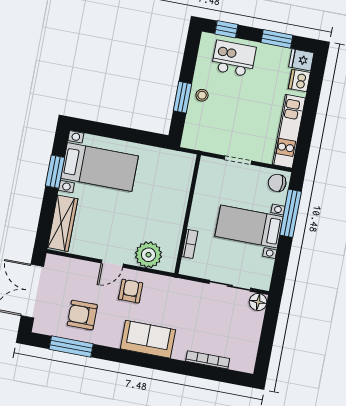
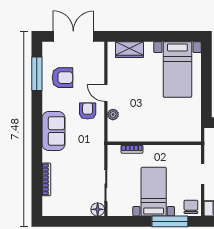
window: (55, 172) -> (168, 36), removed
wardrobe: (63, 223) -> (129, 50), width x0.67
plant: (149, 255) -> (113, 115), width x0.53, depth x0.53
armchair: (131, 291) -> (88, 111), turned -90
armchair: (82, 315) -> (62, 78), turned 90

